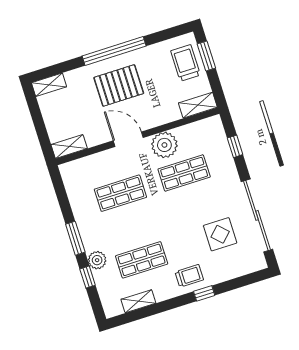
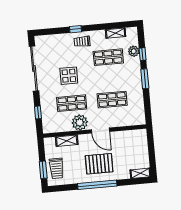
shelving: (198, 105) -> (67, 141), moved
shelving: (69, 147) -> (137, 134), removed
display table: (220, 234) -> (69, 76), moved
plant: (97, 260) -> (134, 51), moved

